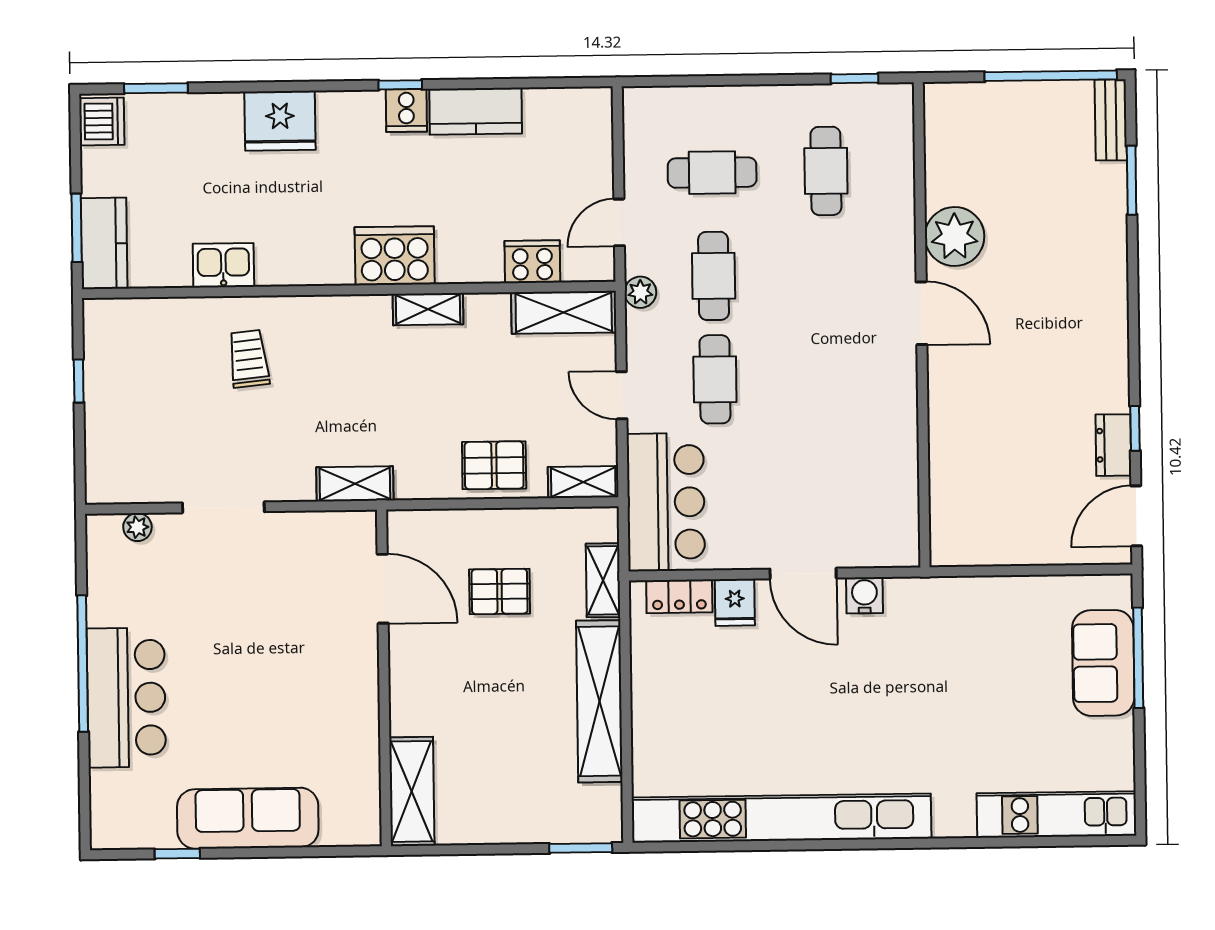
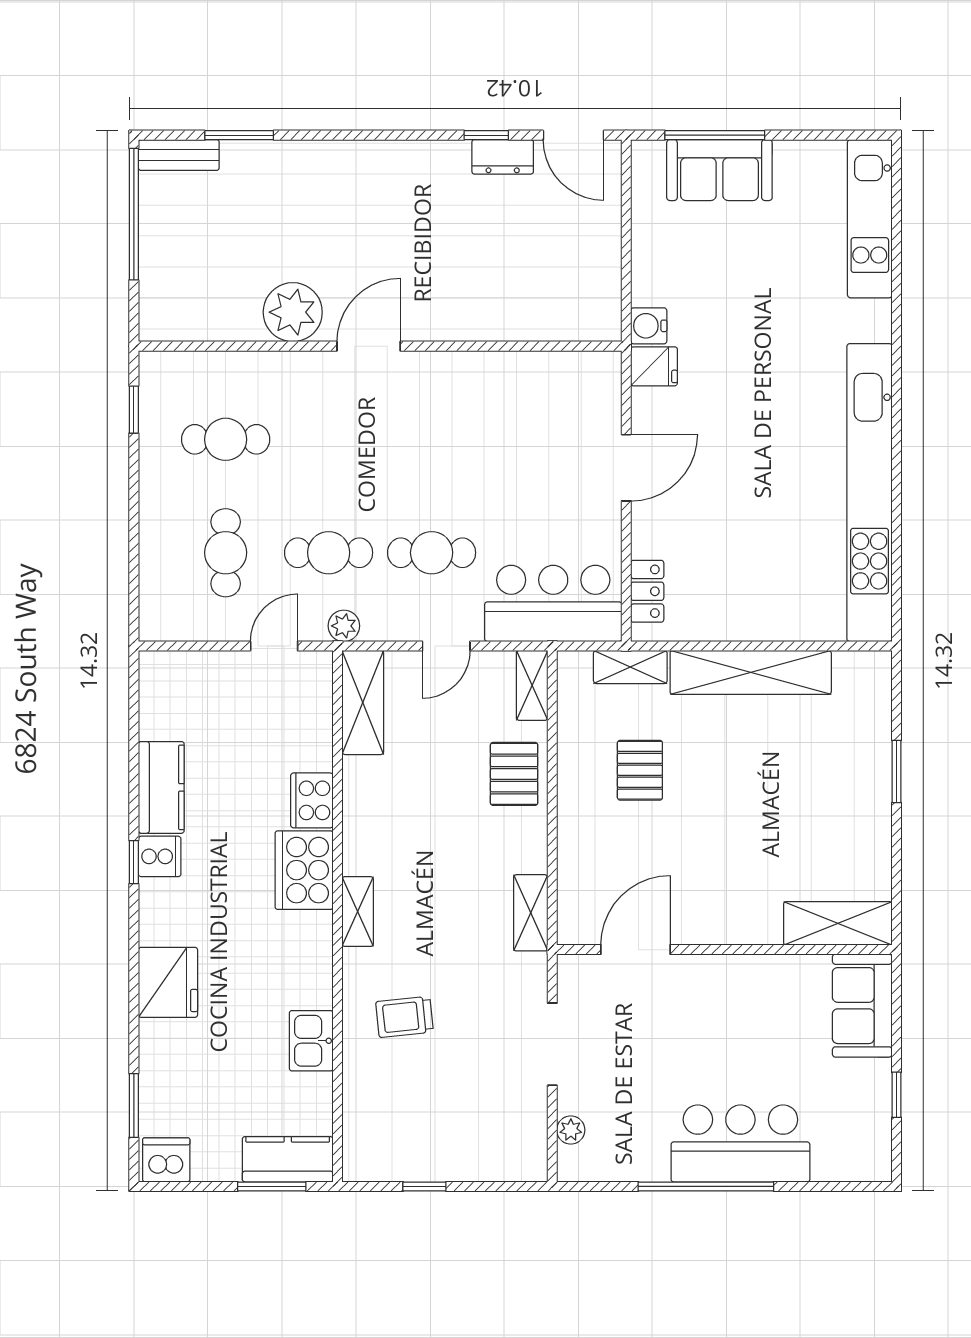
door: (619, 222) -> (274, 646), swing flipped
cooker: (532, 262) -> (312, 800), moved
shelving: (428, 309) -> (358, 912), moved
door: (383, 589) -> (635, 950), moved
water cooler: (864, 595) -> (649, 326), moved
fridge: (735, 602) -> (654, 366), moved
wall: (384, 678) -> (724, 950), moved
shelving: (412, 791) -> (838, 923), moved
sofa: (248, 818) -> (862, 1006), width x0.73
window: (581, 848) -> (897, 772), moved

